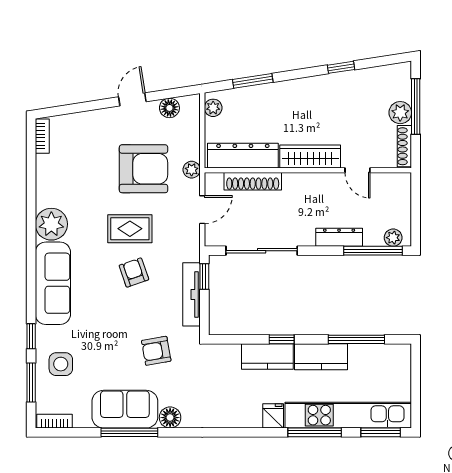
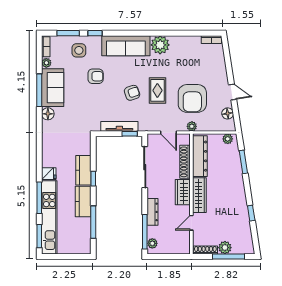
wardrobe: (305, 185) -> (183, 192), added
armchair: (156, 351) -> (96, 76), moved, turned 100
plant: (82, 420) -> (46, 63), added

